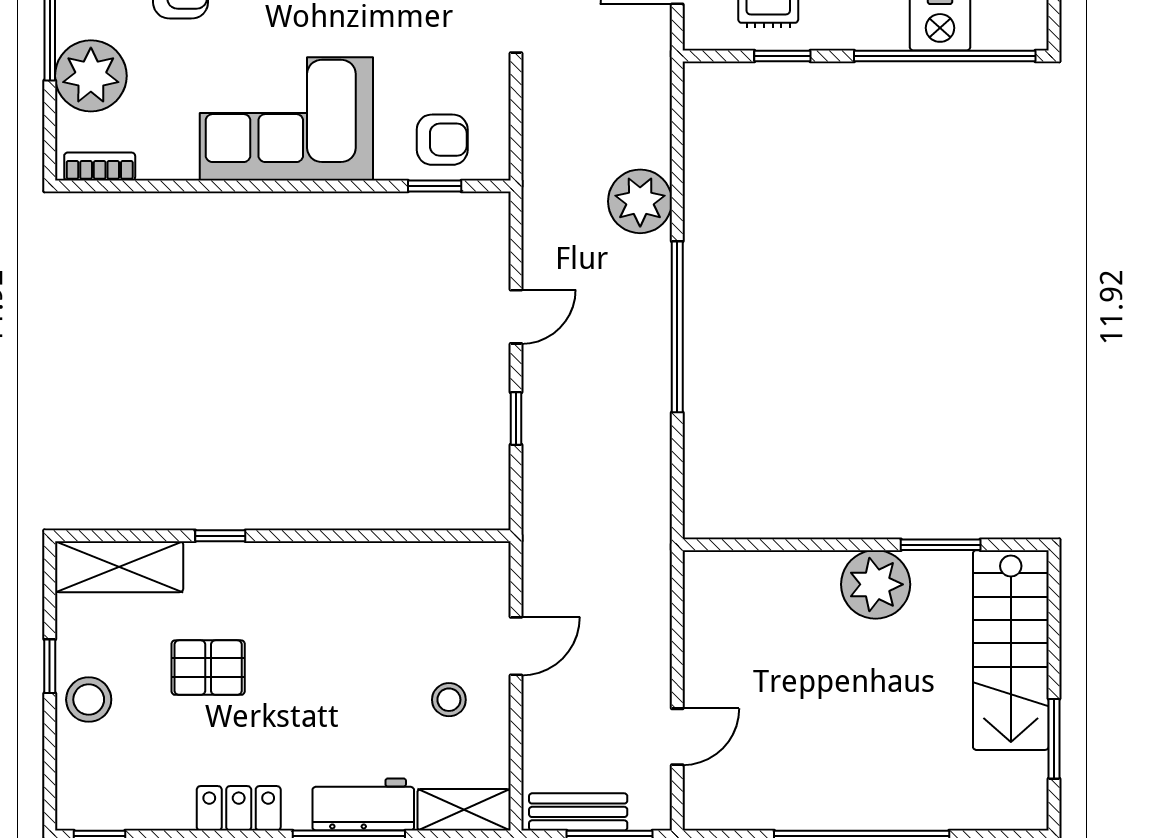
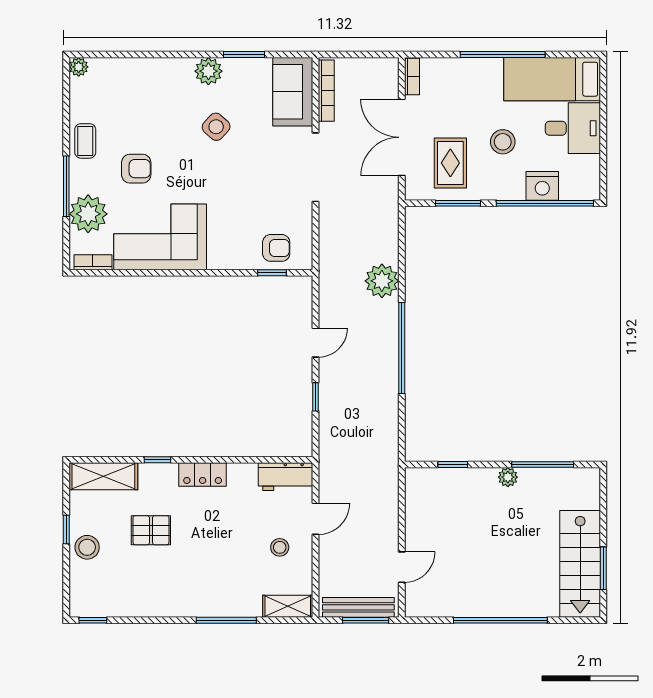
window: (782, 56) -> (458, 203), width x1.50
corner sofa: (286, 119) -> (160, 237), moved
window: (773, 545) -> (453, 464), added
window: (941, 545) -> (543, 464), width x1.44
plant: (876, 584) -> (508, 477), width x0.53, depth x0.53
stairs: (1011, 650) -> (580, 564), moved
workbench: (363, 804) -> (286, 477), moved, turned 180
locker: (239, 808) -> (203, 474), moved, turned 180
bench: (578, 812) -> (358, 607), width x1.36

